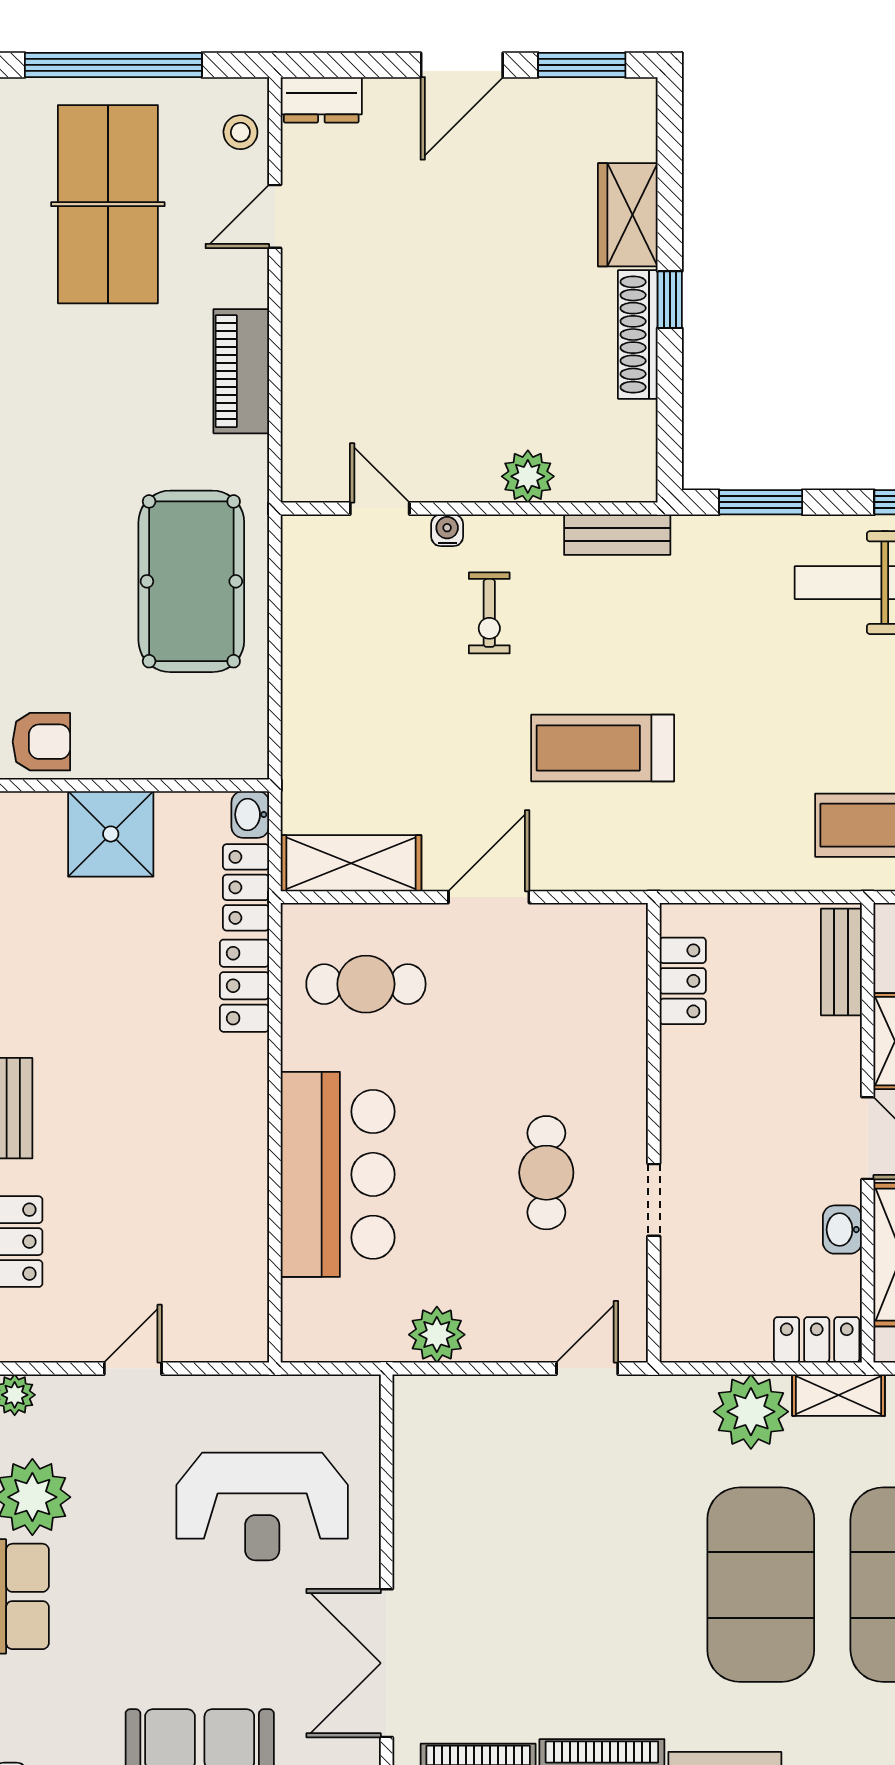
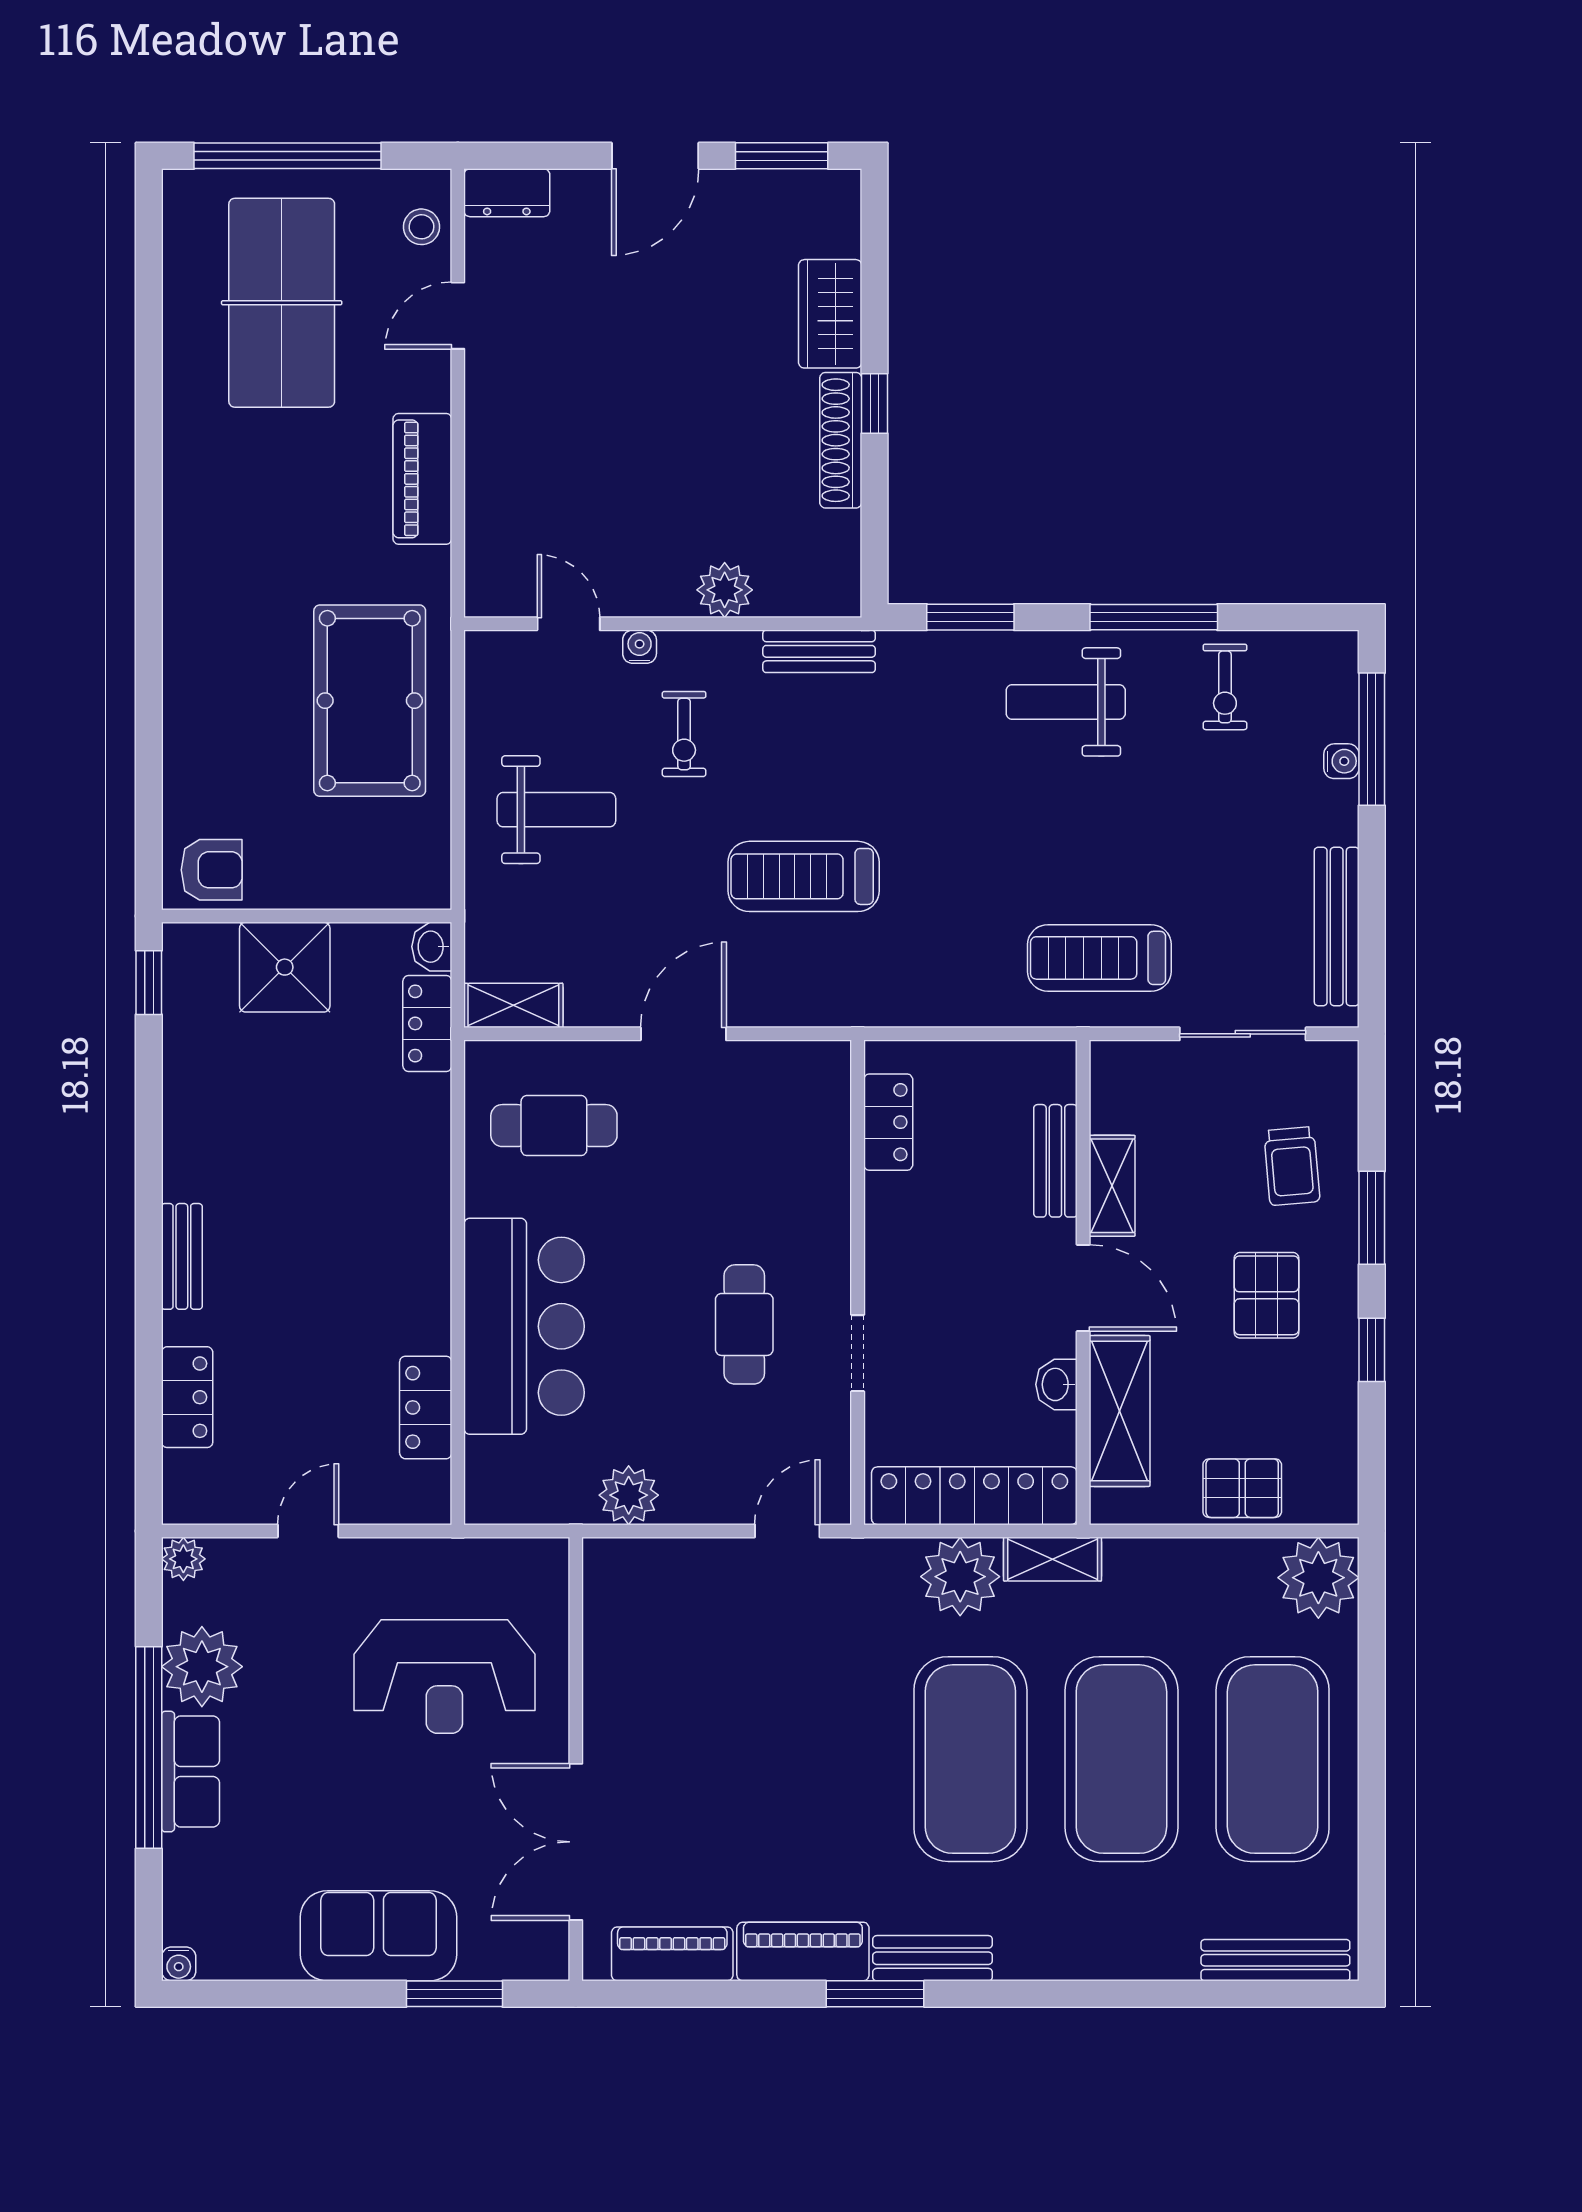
weight bench: (368, 685) -> (556, 810), added
shelving: (351, 863) -> (513, 1005), width x0.67, depth x0.75
bench: (841, 962) -> (1055, 1161), moved
locker: (244, 986) -> (426, 1407), moved
locker: (817, 1340) -> (974, 1496), width x2.16, depth x1.21

